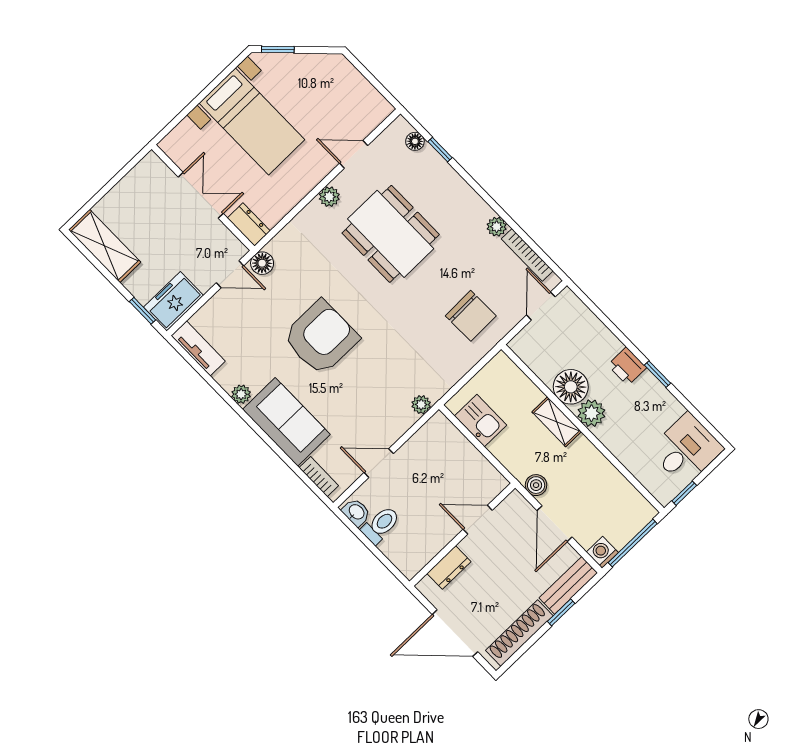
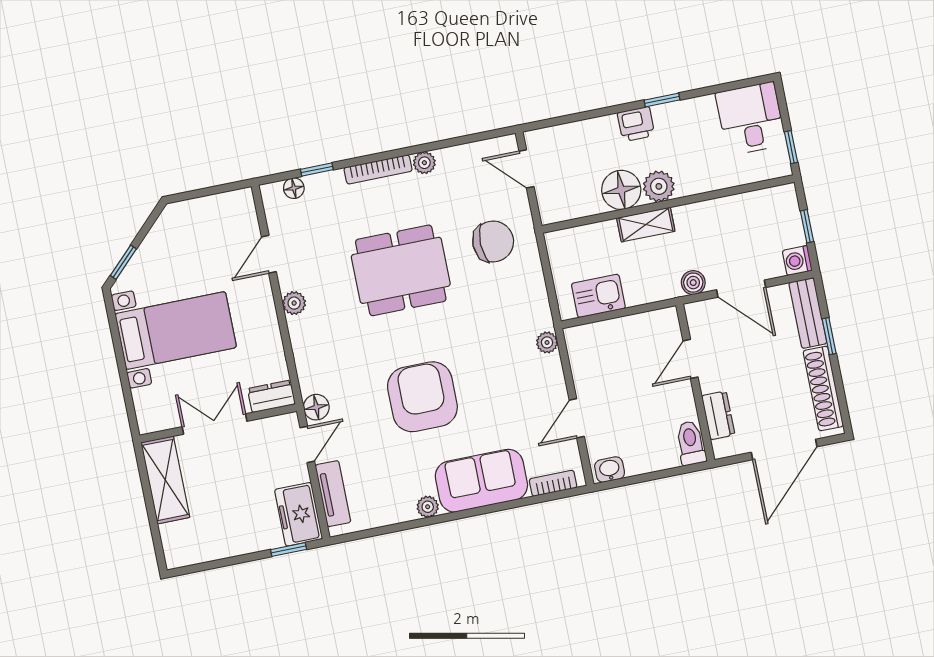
dining table: (391, 234) -> (401, 270), moved
shelving: (105, 246) -> (165, 480), moved, turned 90
bookcase: (527, 255) -> (378, 169), moved
tv unit: (198, 348) -> (333, 494), moved, turned 90
toilet: (381, 525) -> (691, 443), moved
window: (633, 543) -> (807, 226), width x0.46

